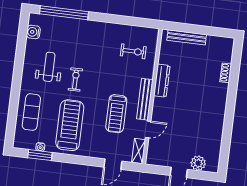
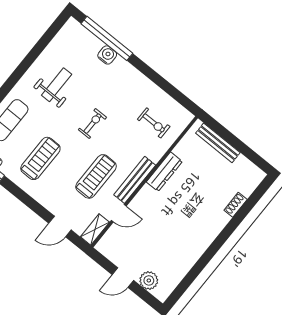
water cooler: (33, 32) -> (107, 55), moved, turned 90
exercise bike: (75, 80) -> (92, 124), moved
treadmill: (116, 114) -> (96, 176), turned 180
treadmill: (70, 125) -> (40, 158), width x0.73, depth x0.73

